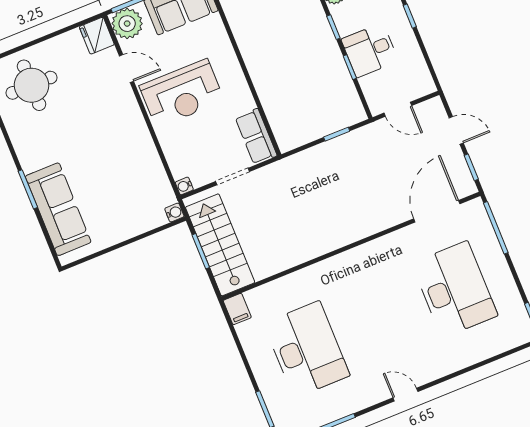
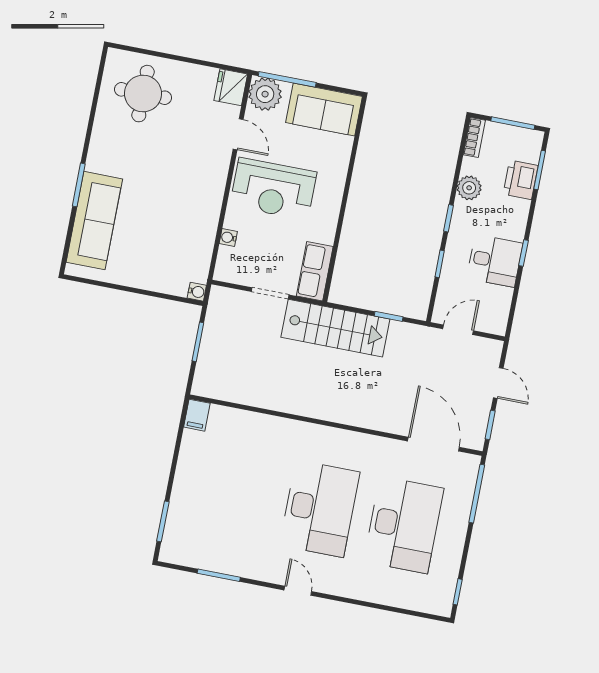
desk: (370, 50) -> (495, 261), moved, turned 180
door: (398, 109) -> (458, 330), swing flipped
water cooler: (184, 186) -> (228, 238), moved
door: (437, 211) -> (433, 444), hinge flipped
stairs: (220, 245) -> (335, 328), moved, turned 90
desk: (307, 349) -> (320, 509), moved

